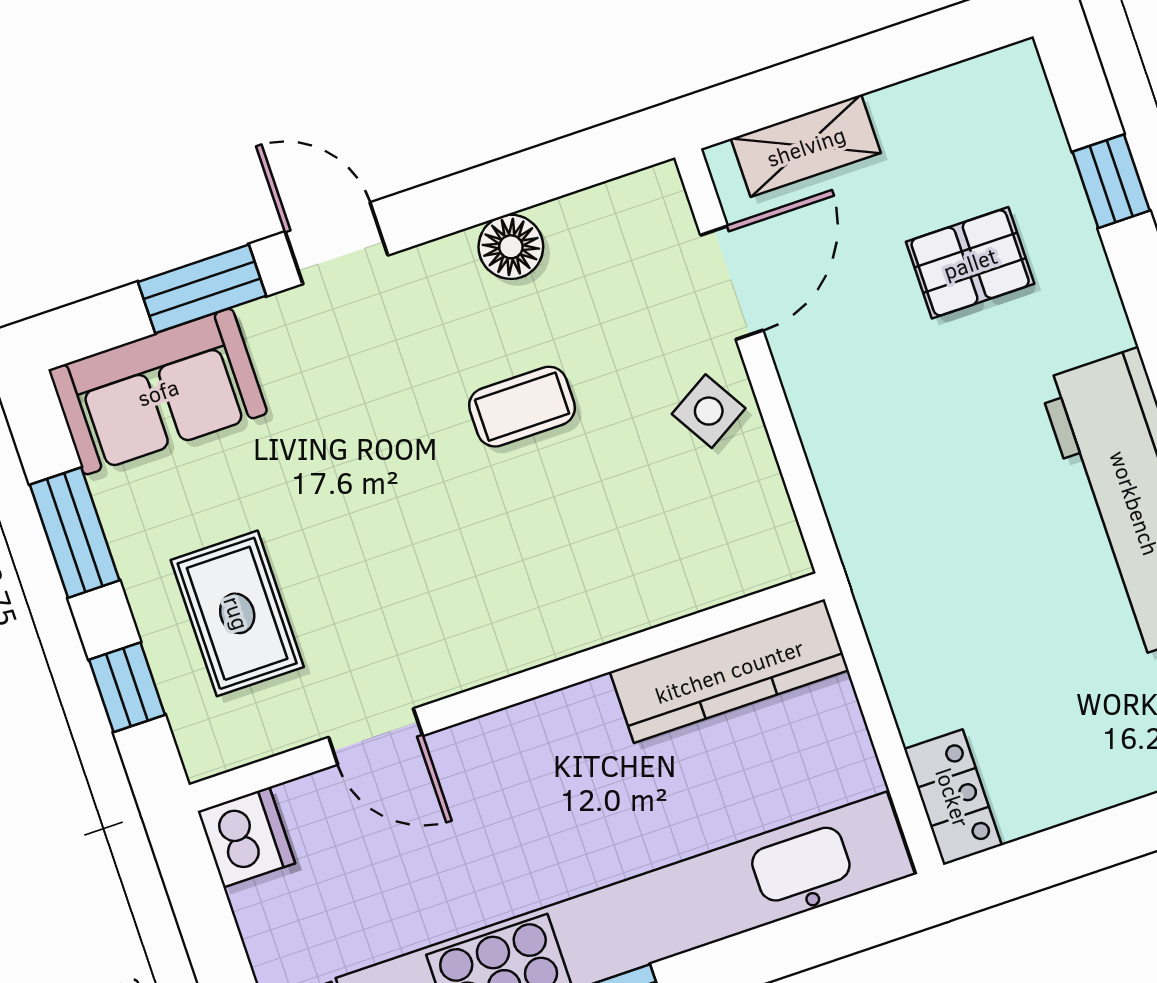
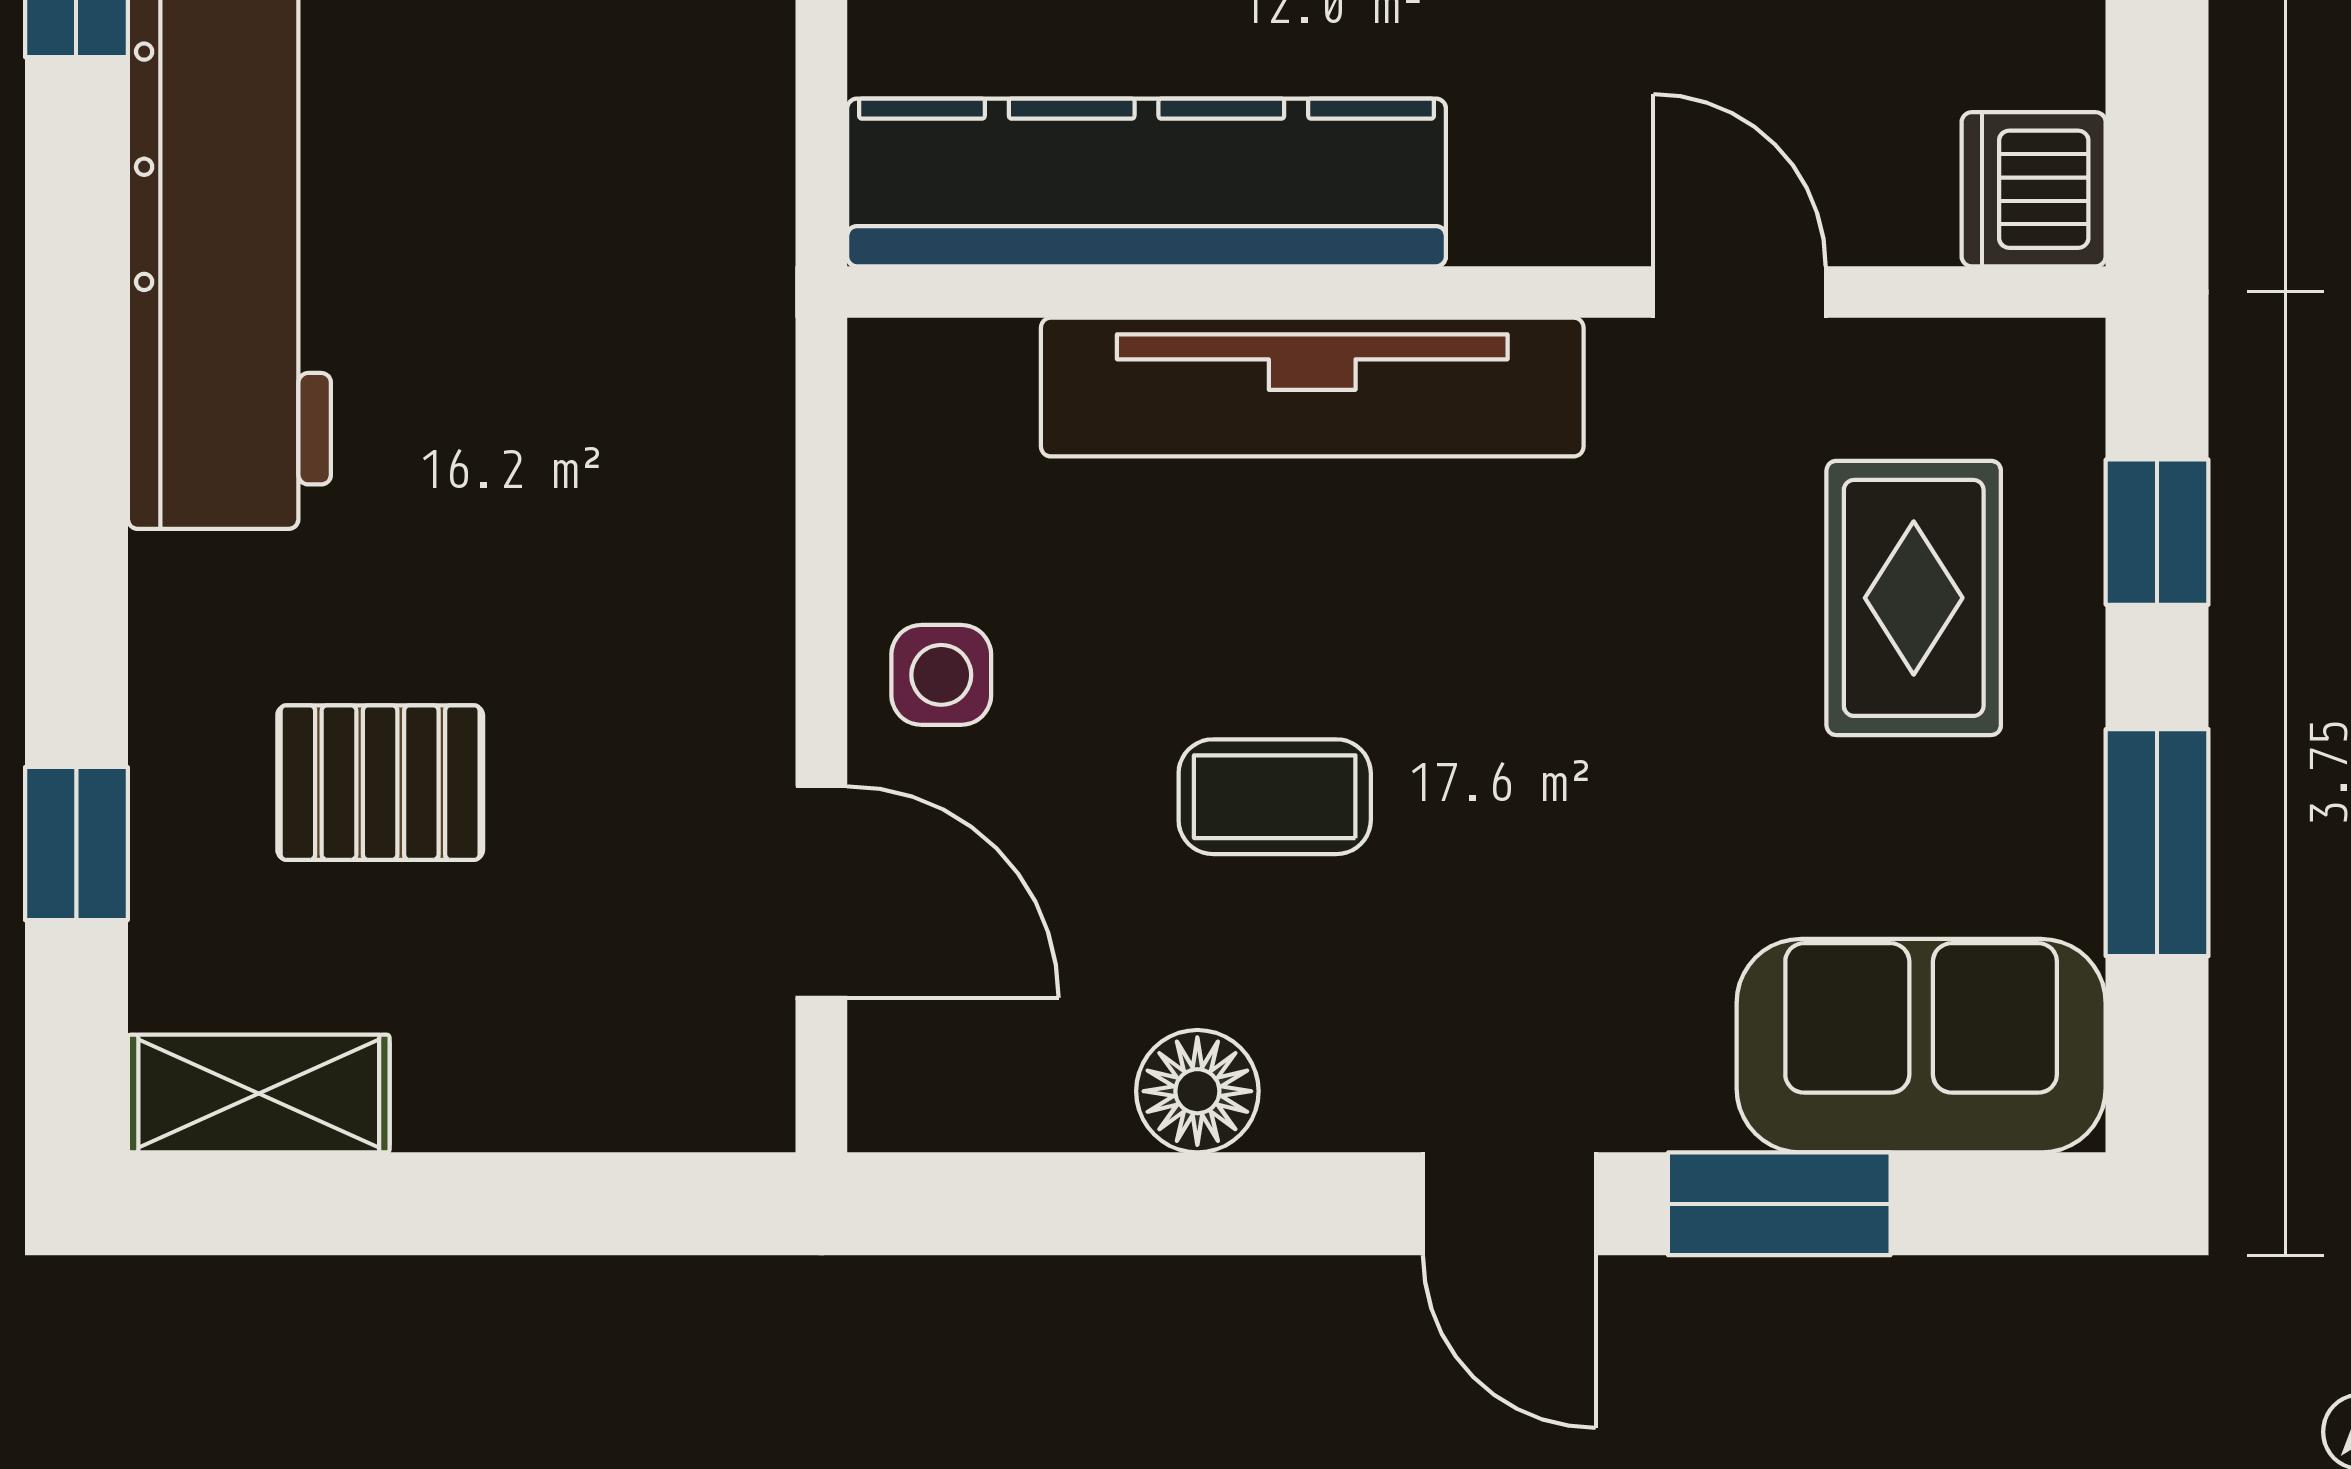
shelving: (806, 146) -> (259, 1094), moved
door: (732, 283) -> (821, 892), swing flipped
side table: (709, 411) -> (941, 675), turned 31
tv unit: (572, 617) -> (1312, 387), added
kitchen counter: (729, 671) -> (1147, 182), width x1.39, depth x1.17

